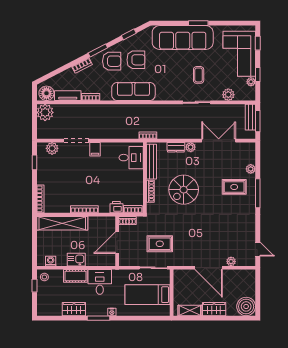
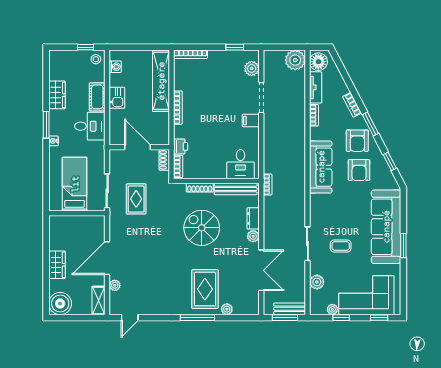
rug: (234, 187) -> (205, 289), width x1.36, depth x1.43
shelving: (190, 310) -> (99, 300), moved

